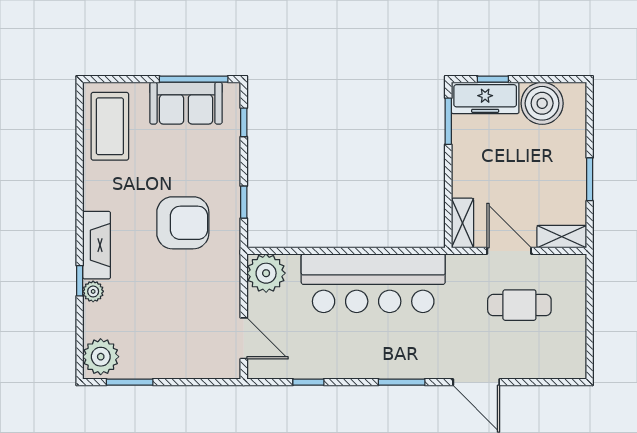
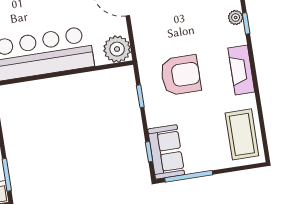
sofa: (186, 103) -> (166, 152), moved, turned 90
armchair: (183, 223) -> (181, 75), turned 180
fireplace: (97, 245) -> (241, 70), moved

